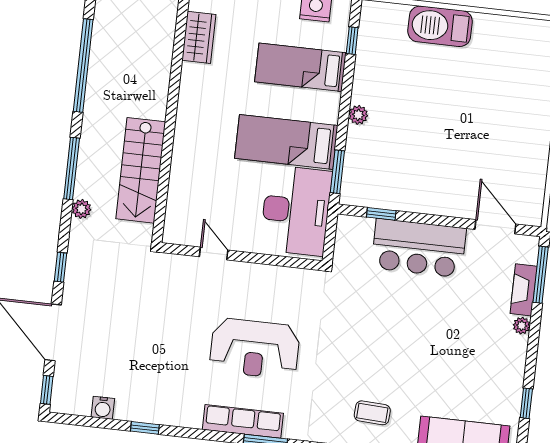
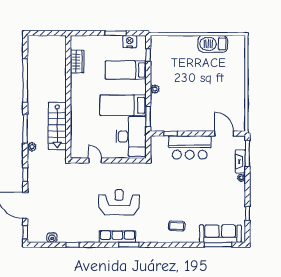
barbecue: (440, 26) -> (213, 44), moved
reception desk: (255, 349) -> (119, 202), turned 180

